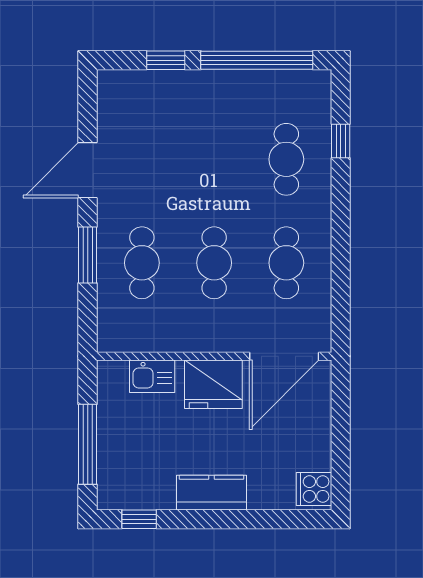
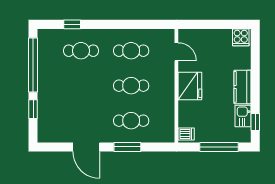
door: (284, 356) -> (176, 52), width x0.53
dishwasher: (114, 376) -> (186, 134), added
kitchen sink: (152, 376) -> (243, 116), moved, turned 180

